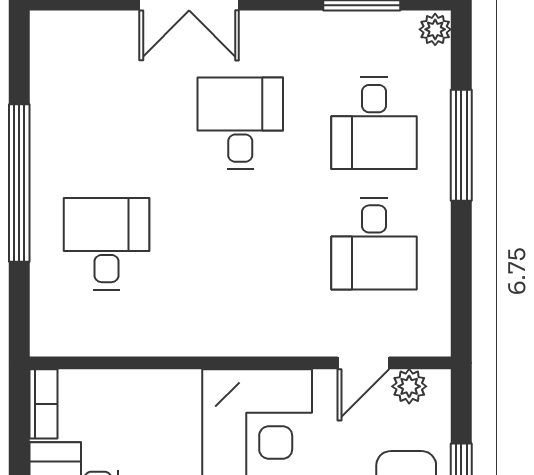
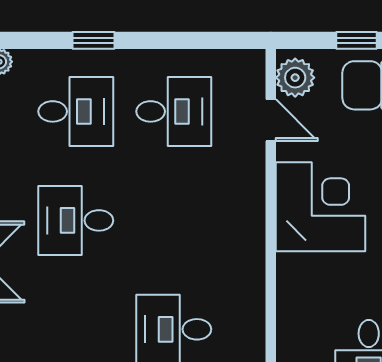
window: (461, 145) -> (93, 40), width x0.46
plant: (409, 386) -> (295, 78), width x1.38, depth x1.38

